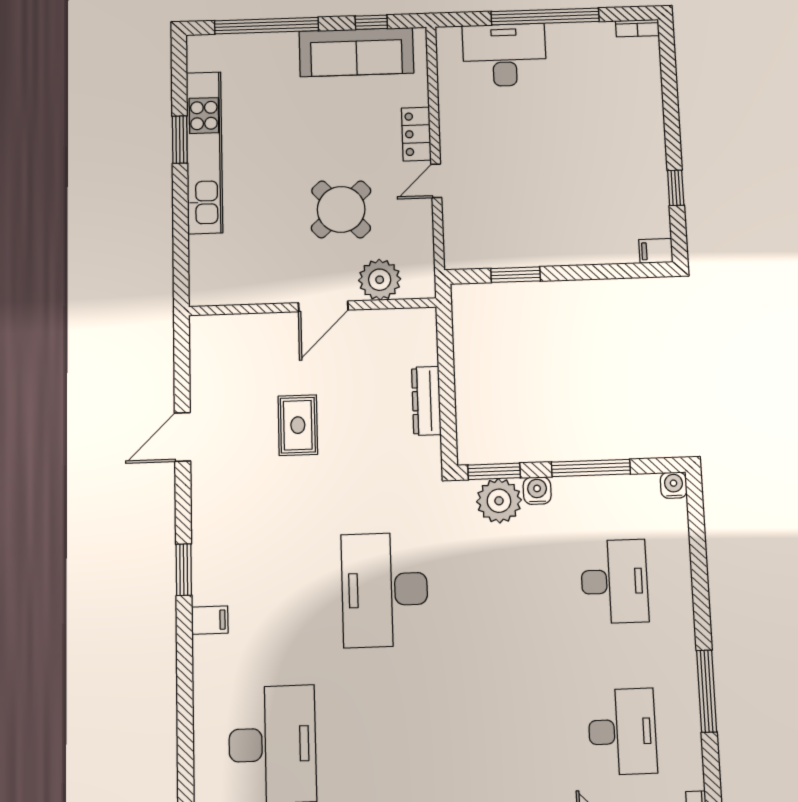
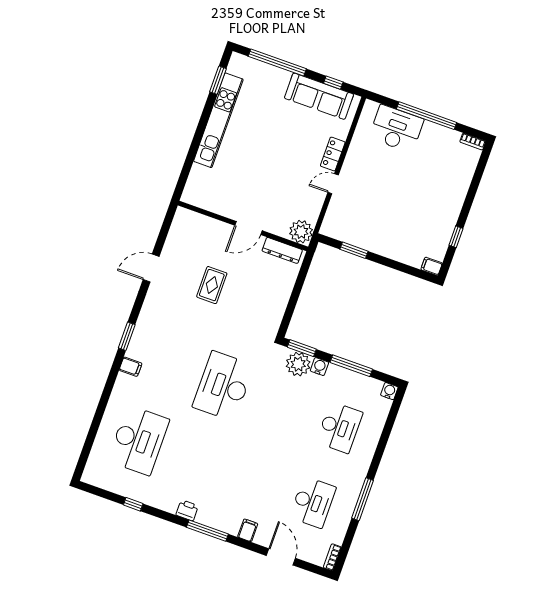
window: (180, 140) -> (218, 80), moved
round table: (341, 209) -> (278, 180), removed
plant: (380, 280) -> (301, 232), moved
dresser: (426, 401) -> (282, 250), moved, turned -90

